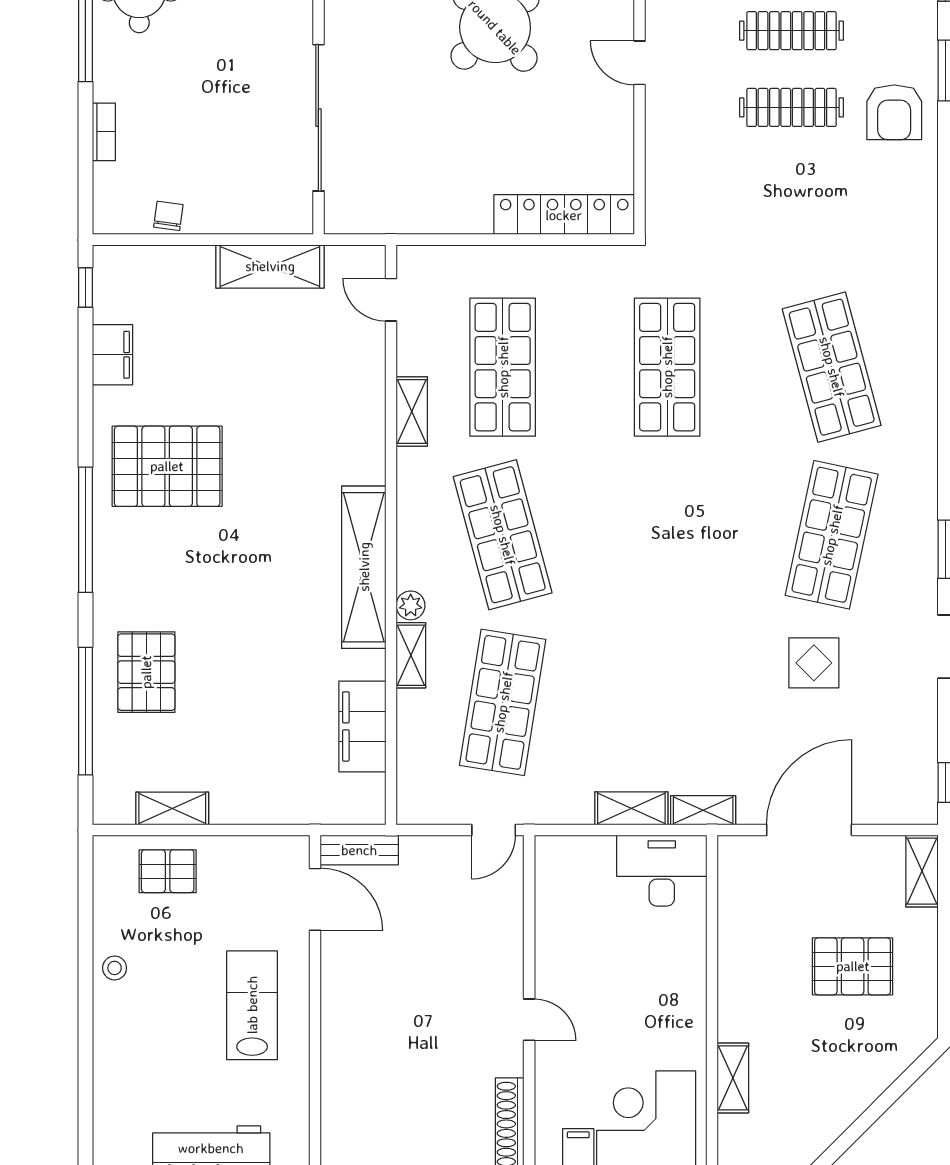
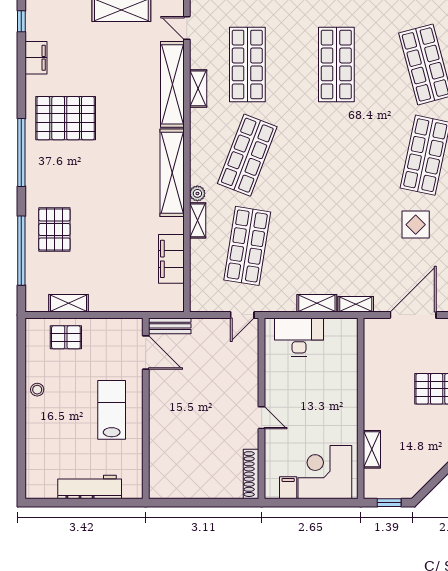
shelving: (364, 404) -> (172, 84), added
shop shelf: (503, 535) -> (247, 155), turned 36
desk: (662, 871) -> (299, 337), moved

